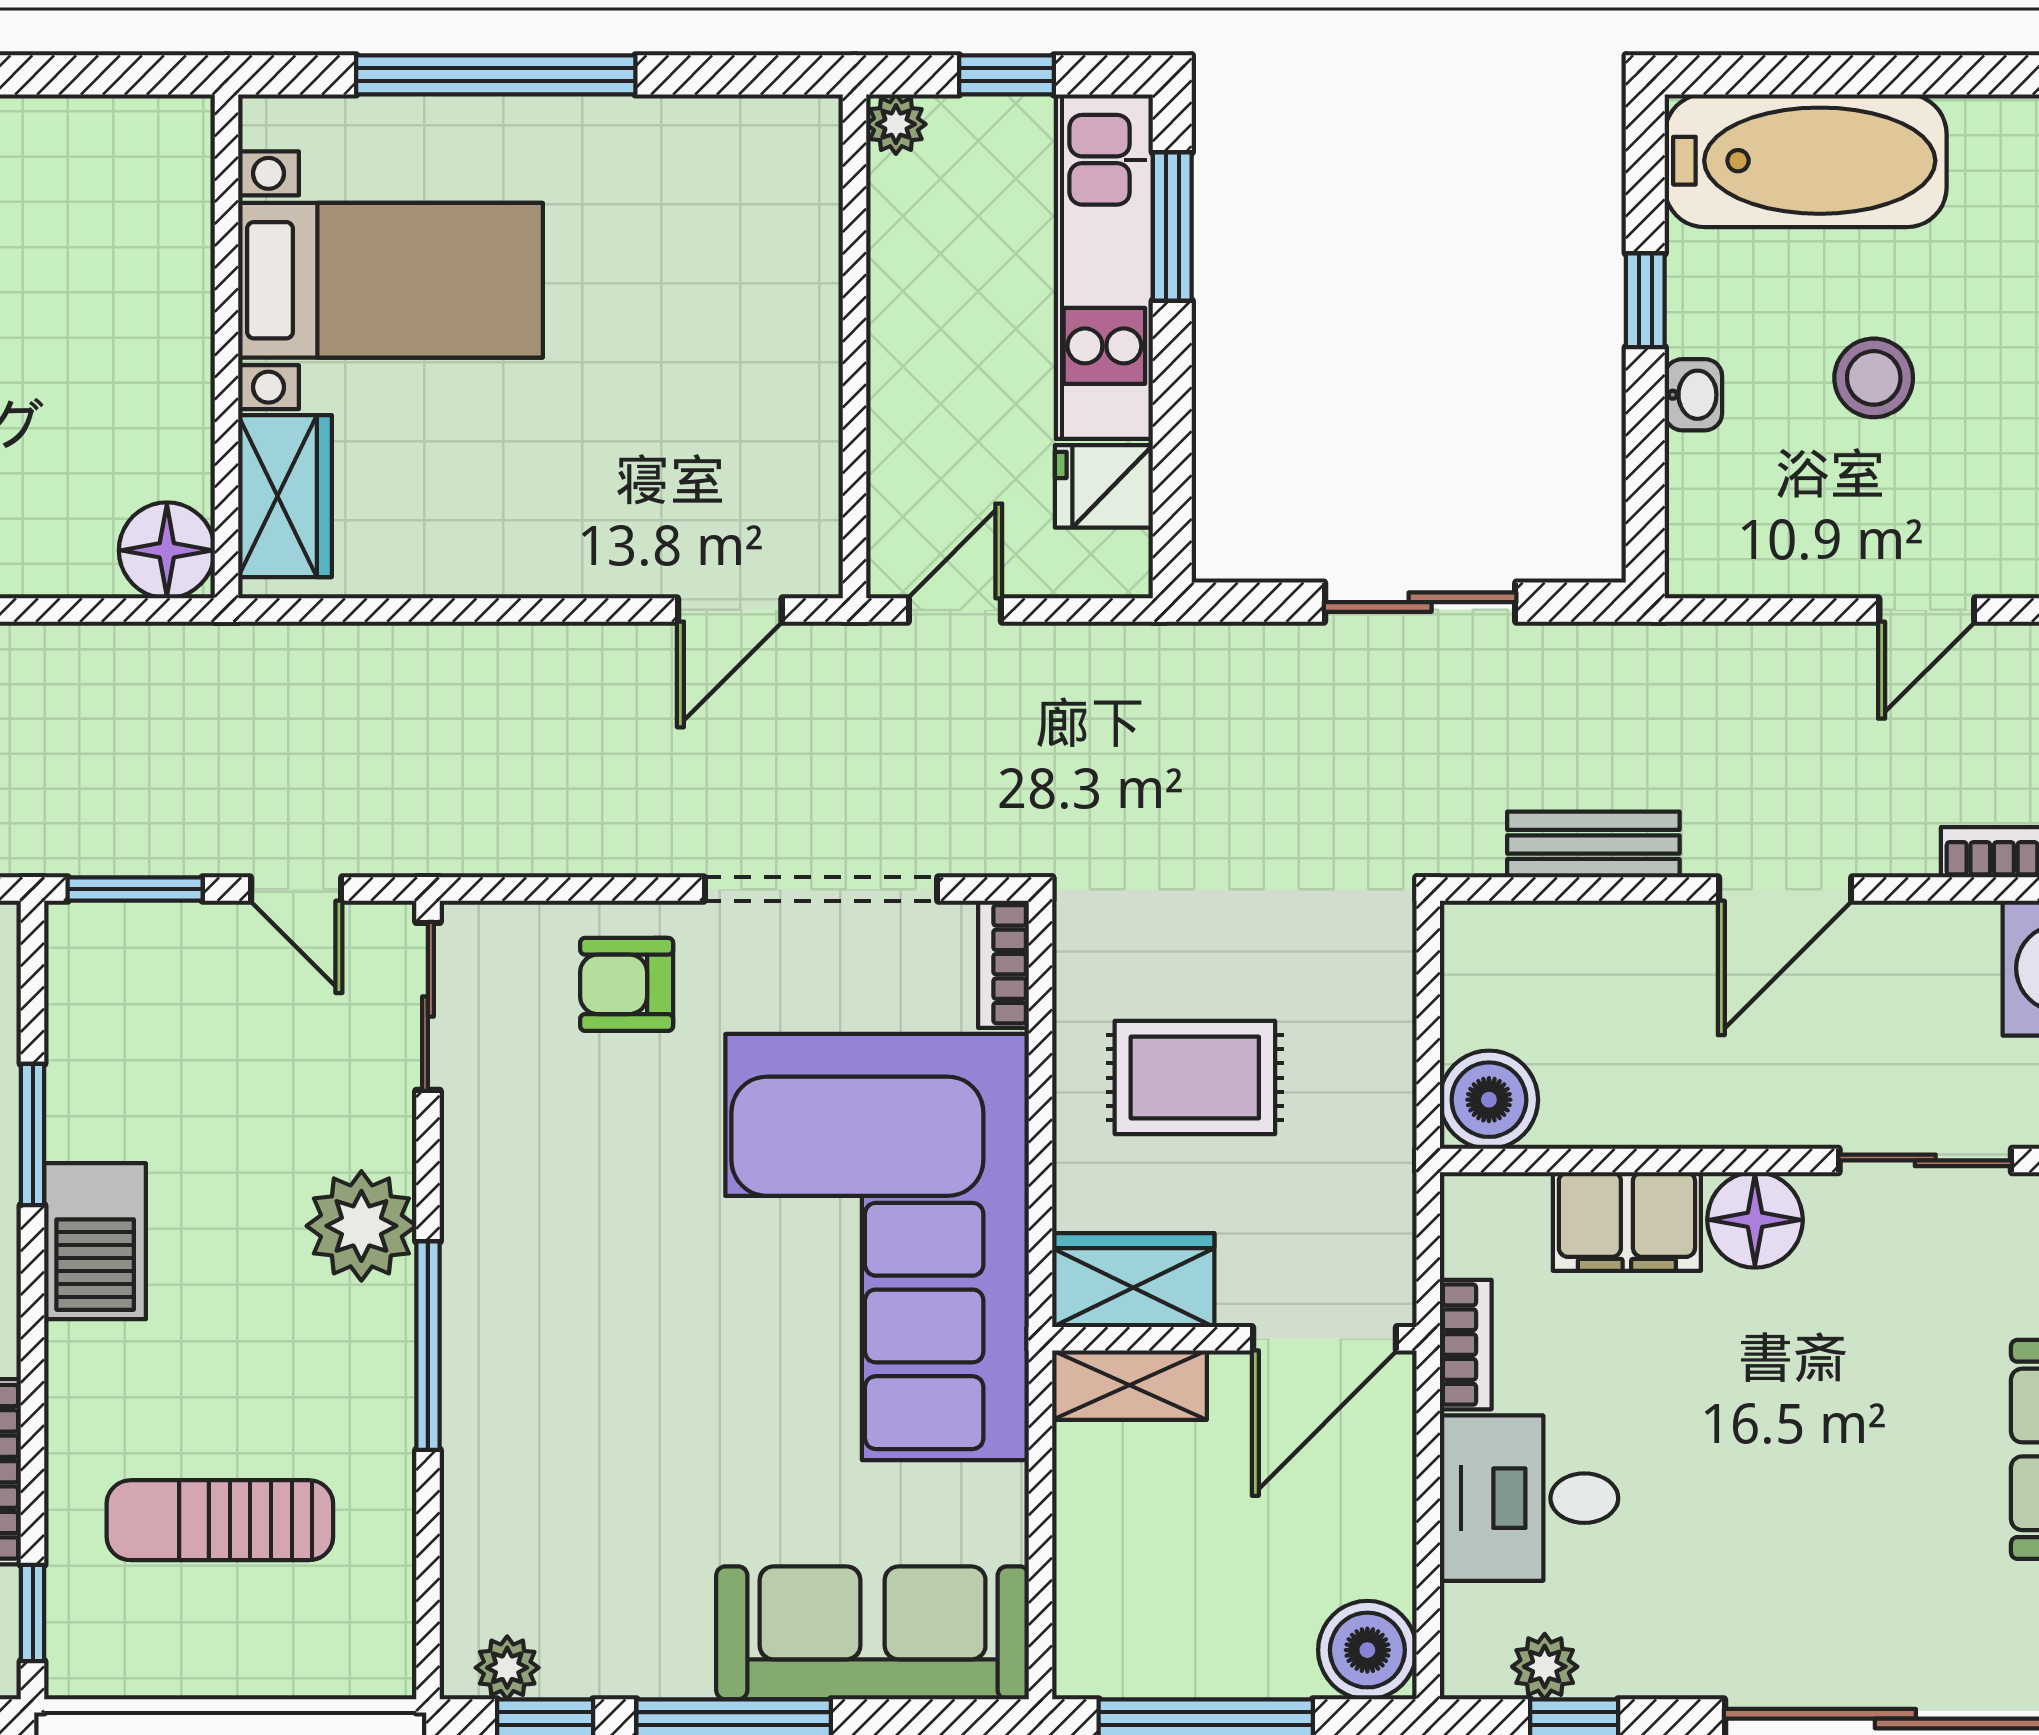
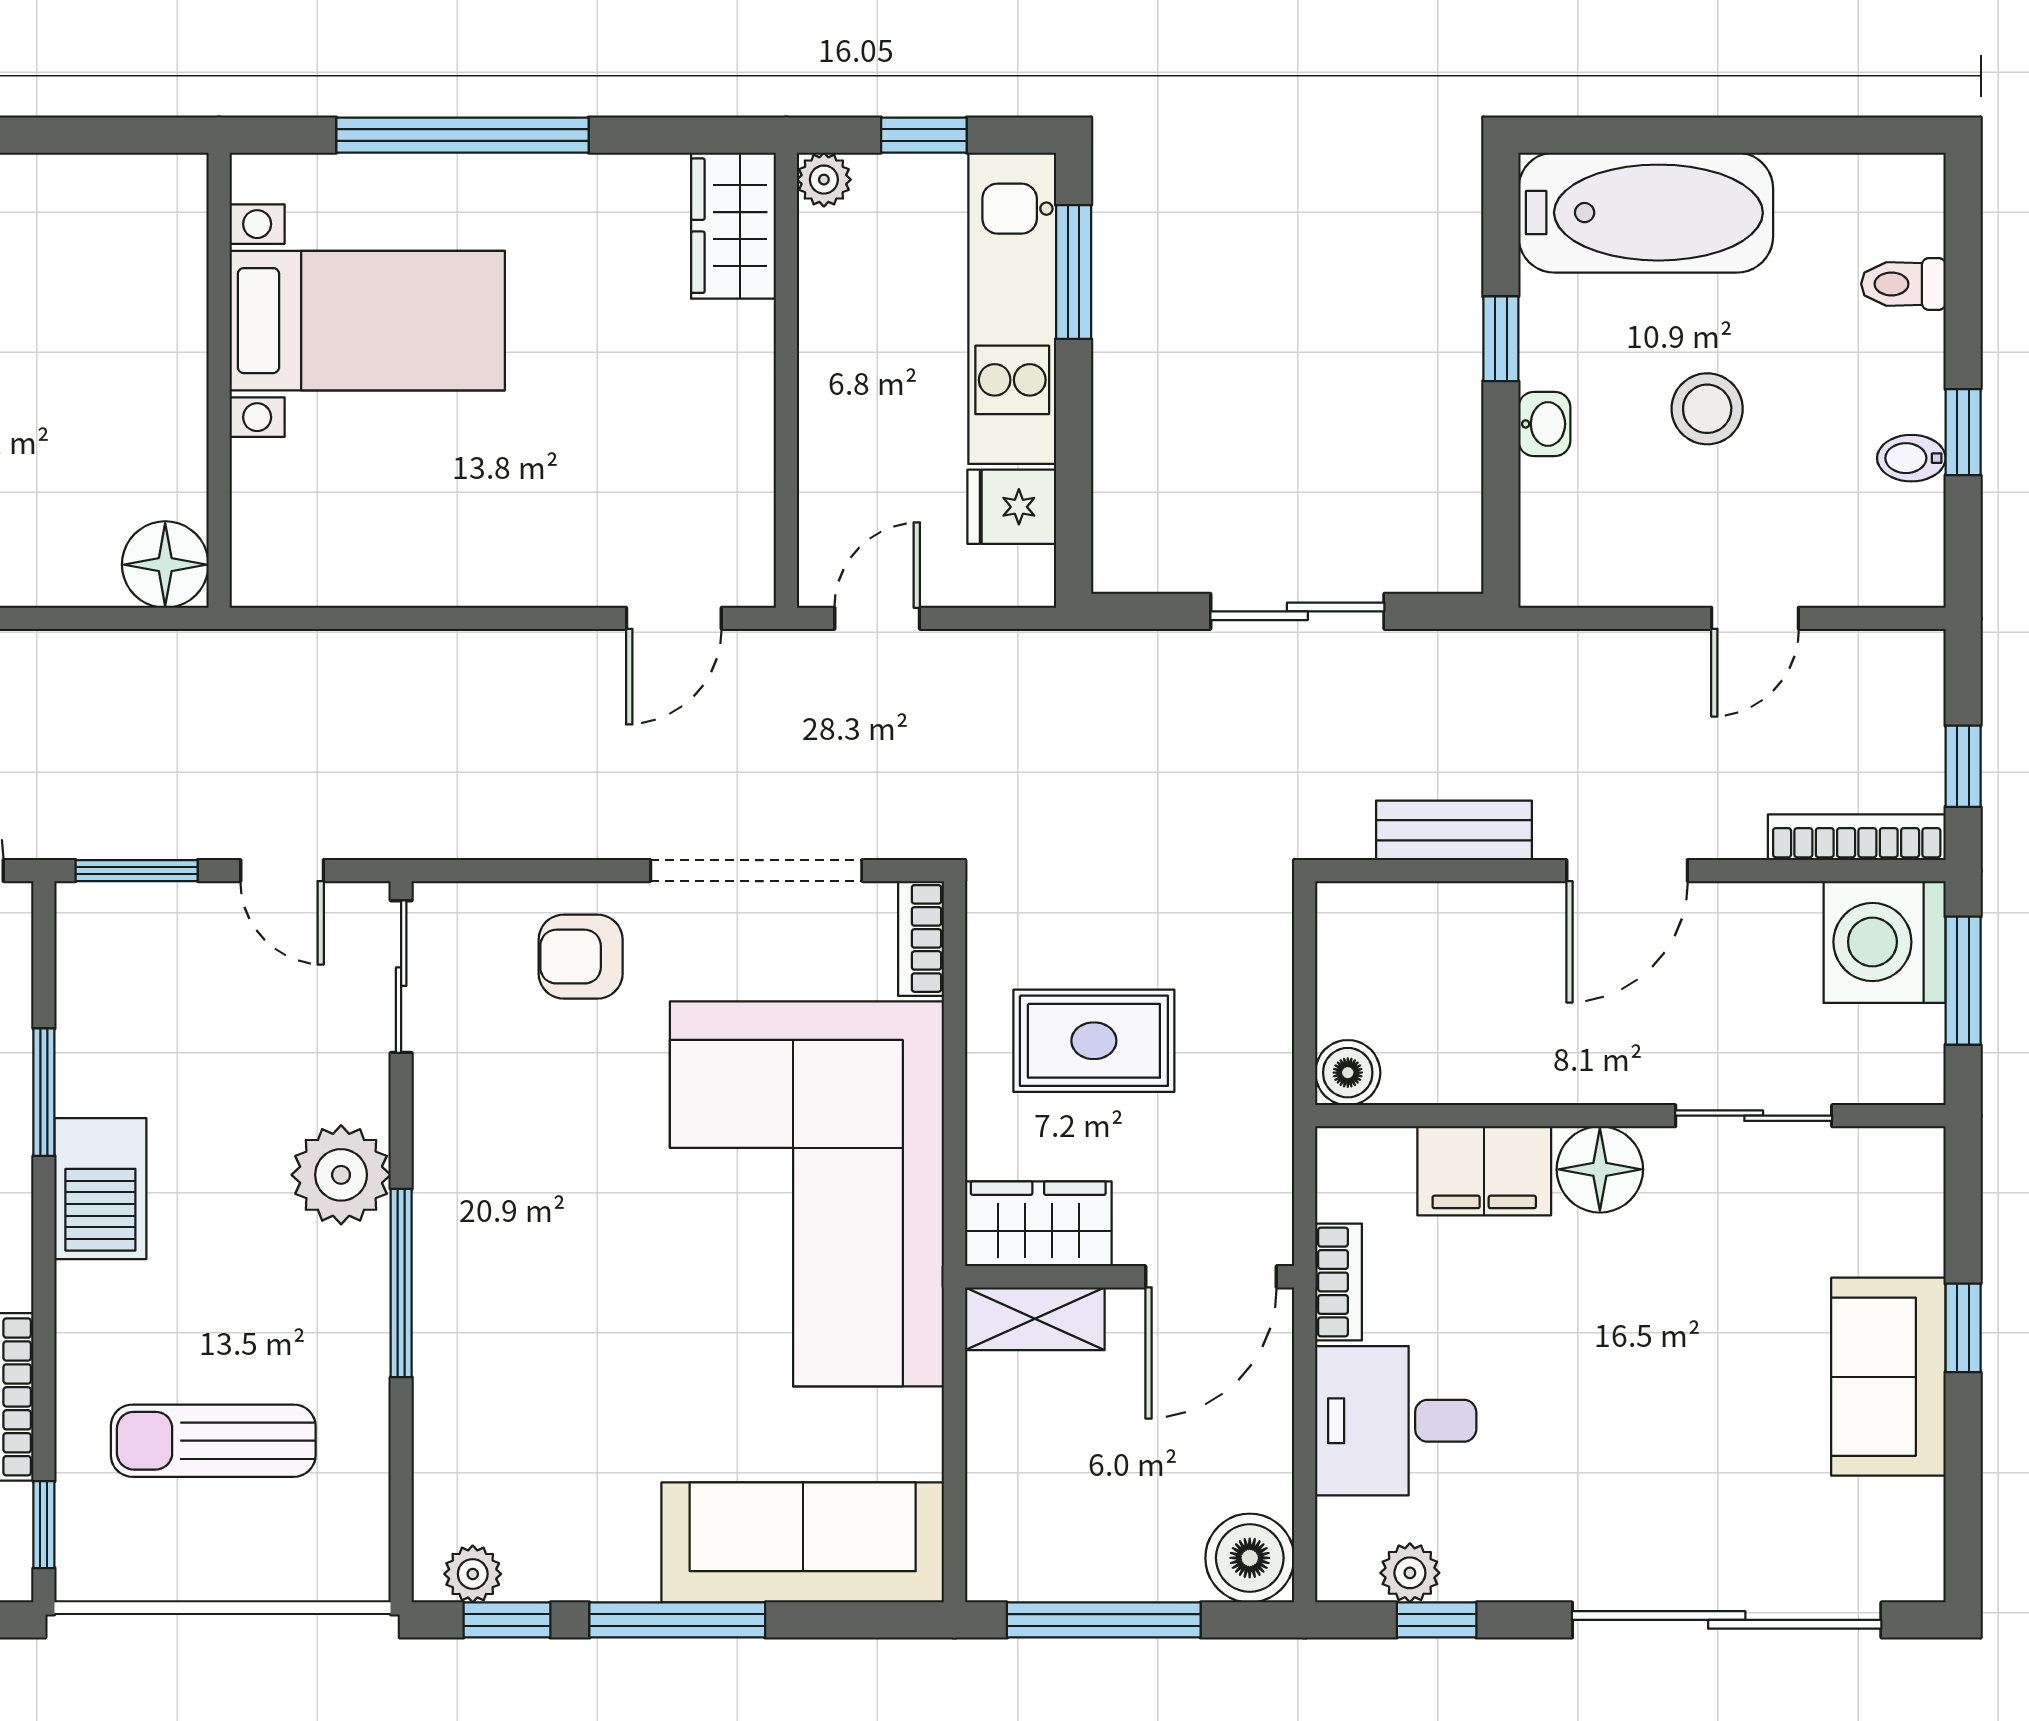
wardrobe: (285, 496) -> (734, 226), moved, turned 180
boiler: (1489, 1100) -> (1348, 1073), width x0.73, depth x0.73

